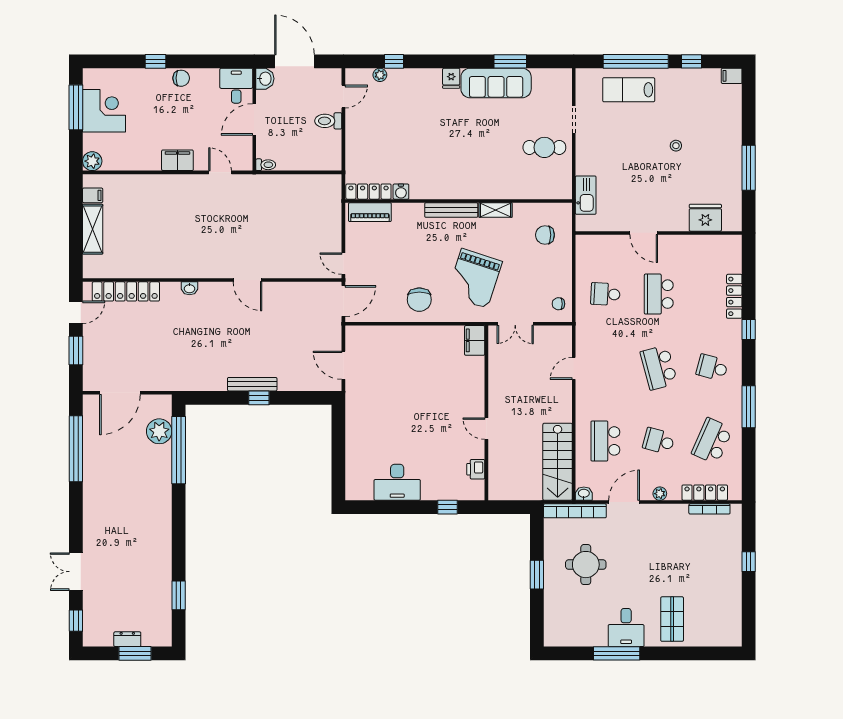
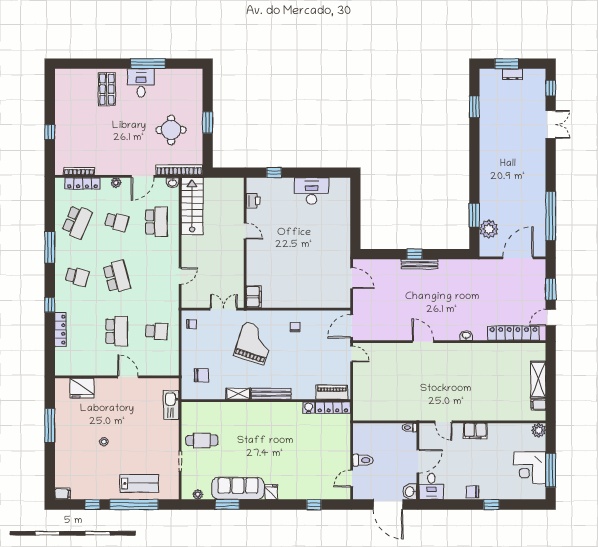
plant: (380, 75) -> (198, 494), moved
chair: (419, 300) -> (295, 327), width x0.54, depth x0.54
window: (179, 450) -> (474, 215), width x0.47

